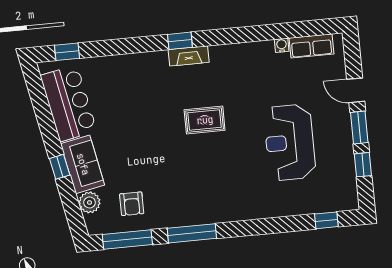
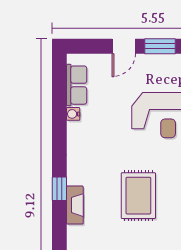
window: (180, 41) -> (59, 189), moved
rug: (205, 120) -> (138, 196), width x1.36, depth x1.43

